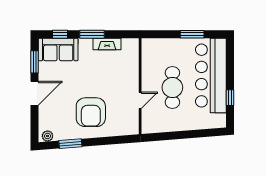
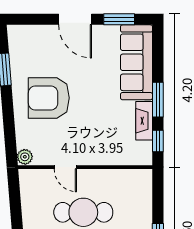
window: (60, 34) -> (158, 141), moved
sofa: (58, 50) -> (136, 62), width x1.36
plant: (47, 136) -> (25, 157), moved

